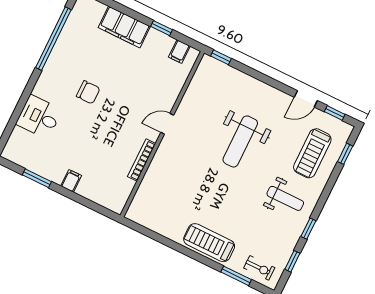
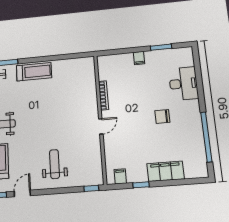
desk: (39, 117) -> (183, 84), width x1.37
weight bench: (240, 141) -> (55, 164), moved, width x0.73, depth x0.75

